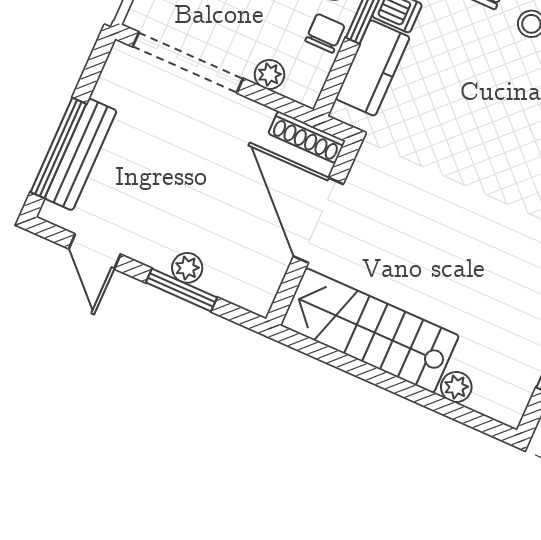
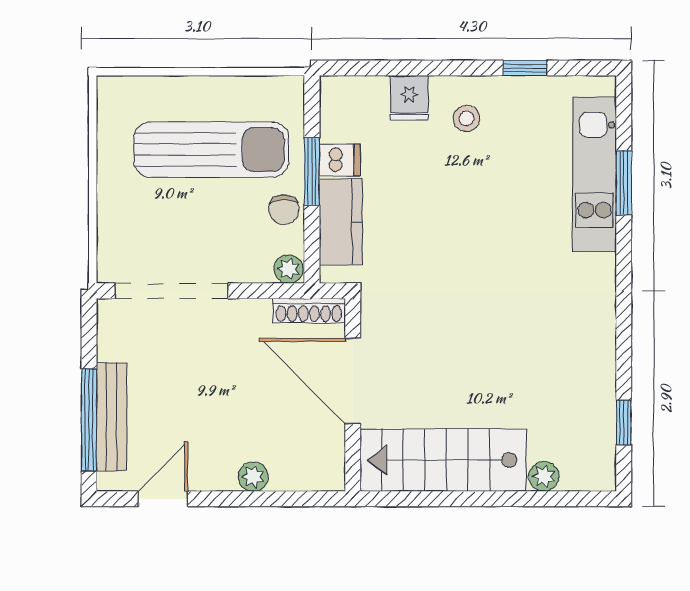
chair: (325, 33) -> (284, 210), turned 180
plant: (269, 74) -> (289, 269), moved
door: (95, 251) -> (163, 499), swing flipped
window: (181, 290) -> (257, 499), removed

